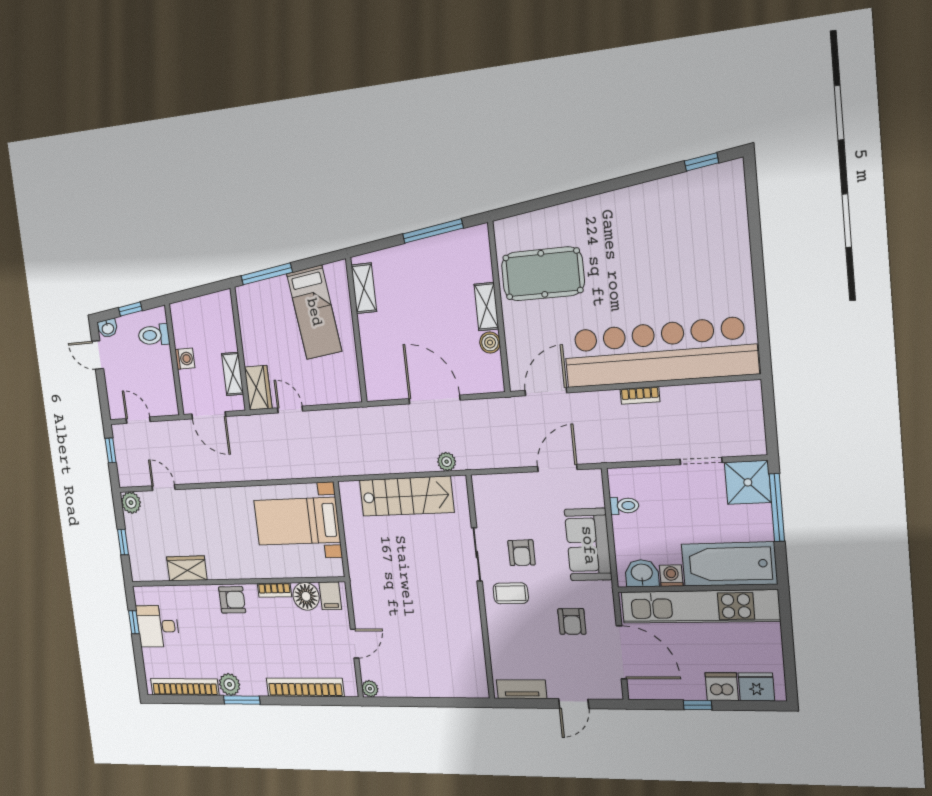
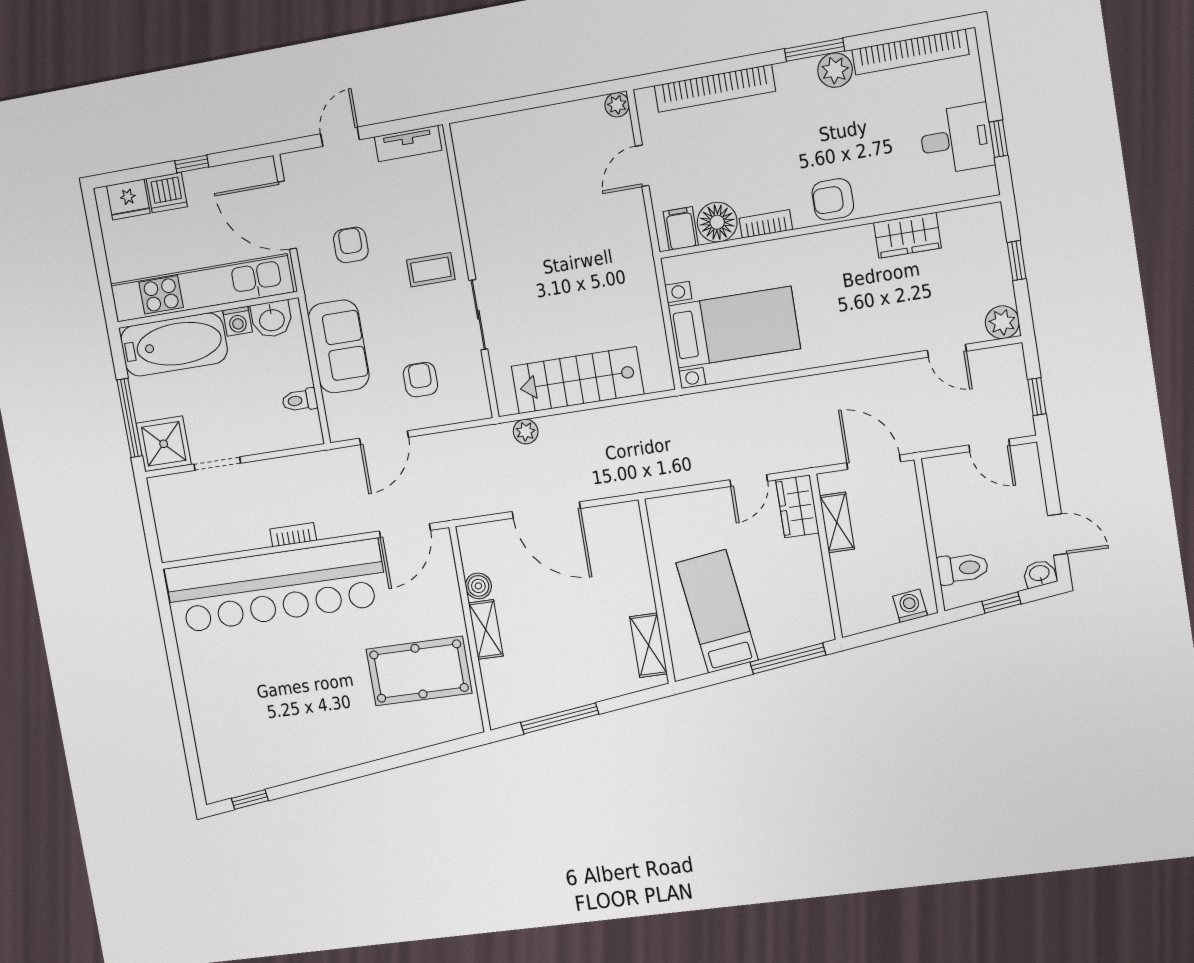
washing machine: (185, 359) -> (910, 606), moved, turned 83
door: (290, 409) -> (749, 480), hinge flipped
armchair: (521, 553) -> (420, 380), moved

